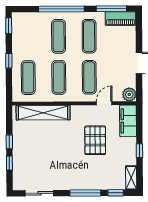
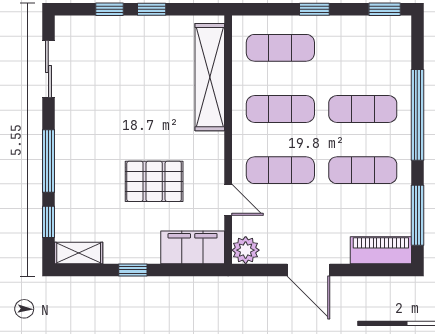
piano: (121, 19) -> (381, 250), moved, turned 90

